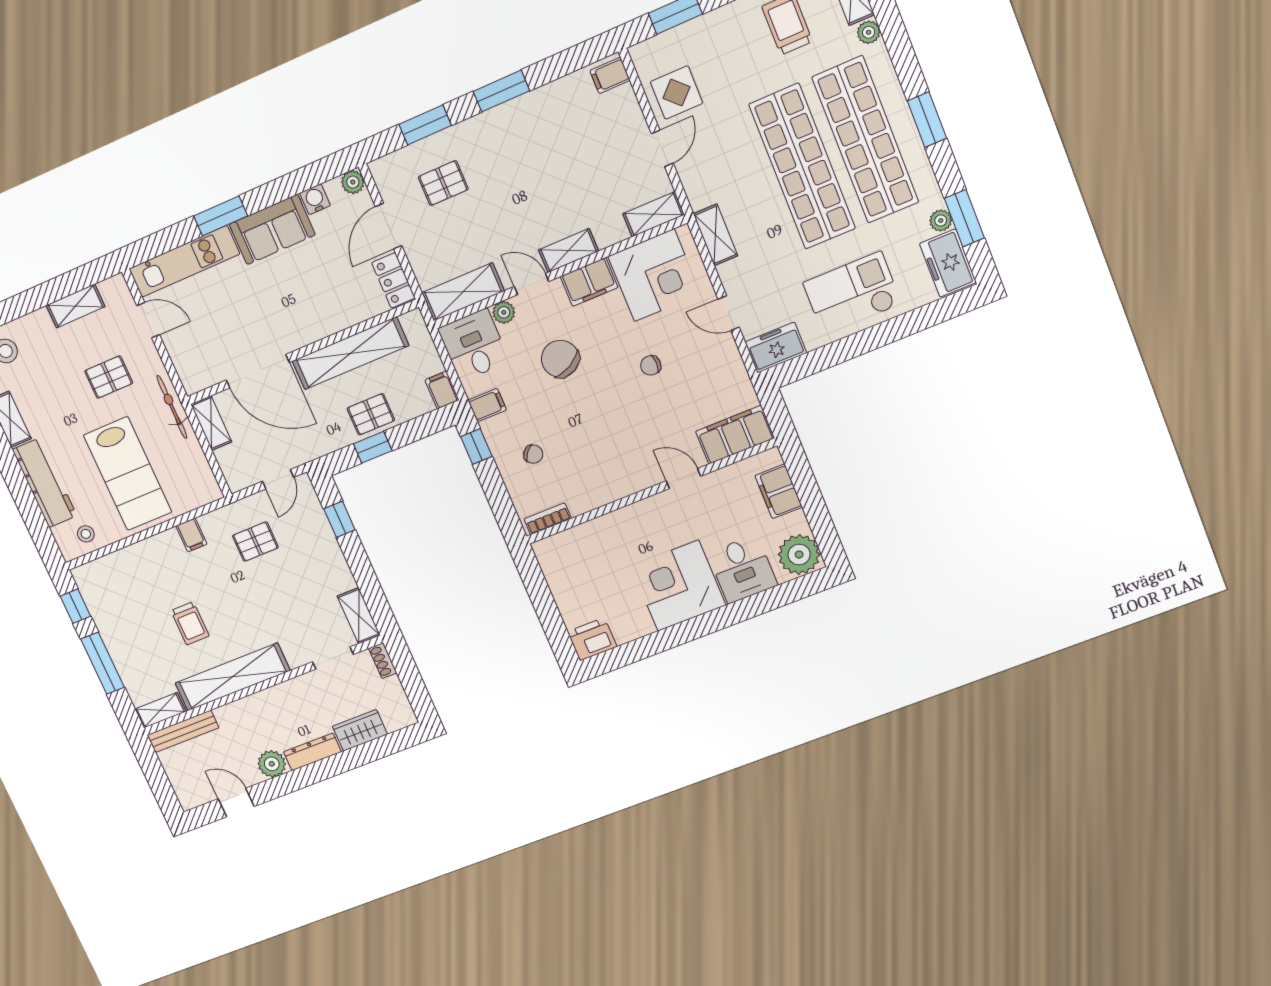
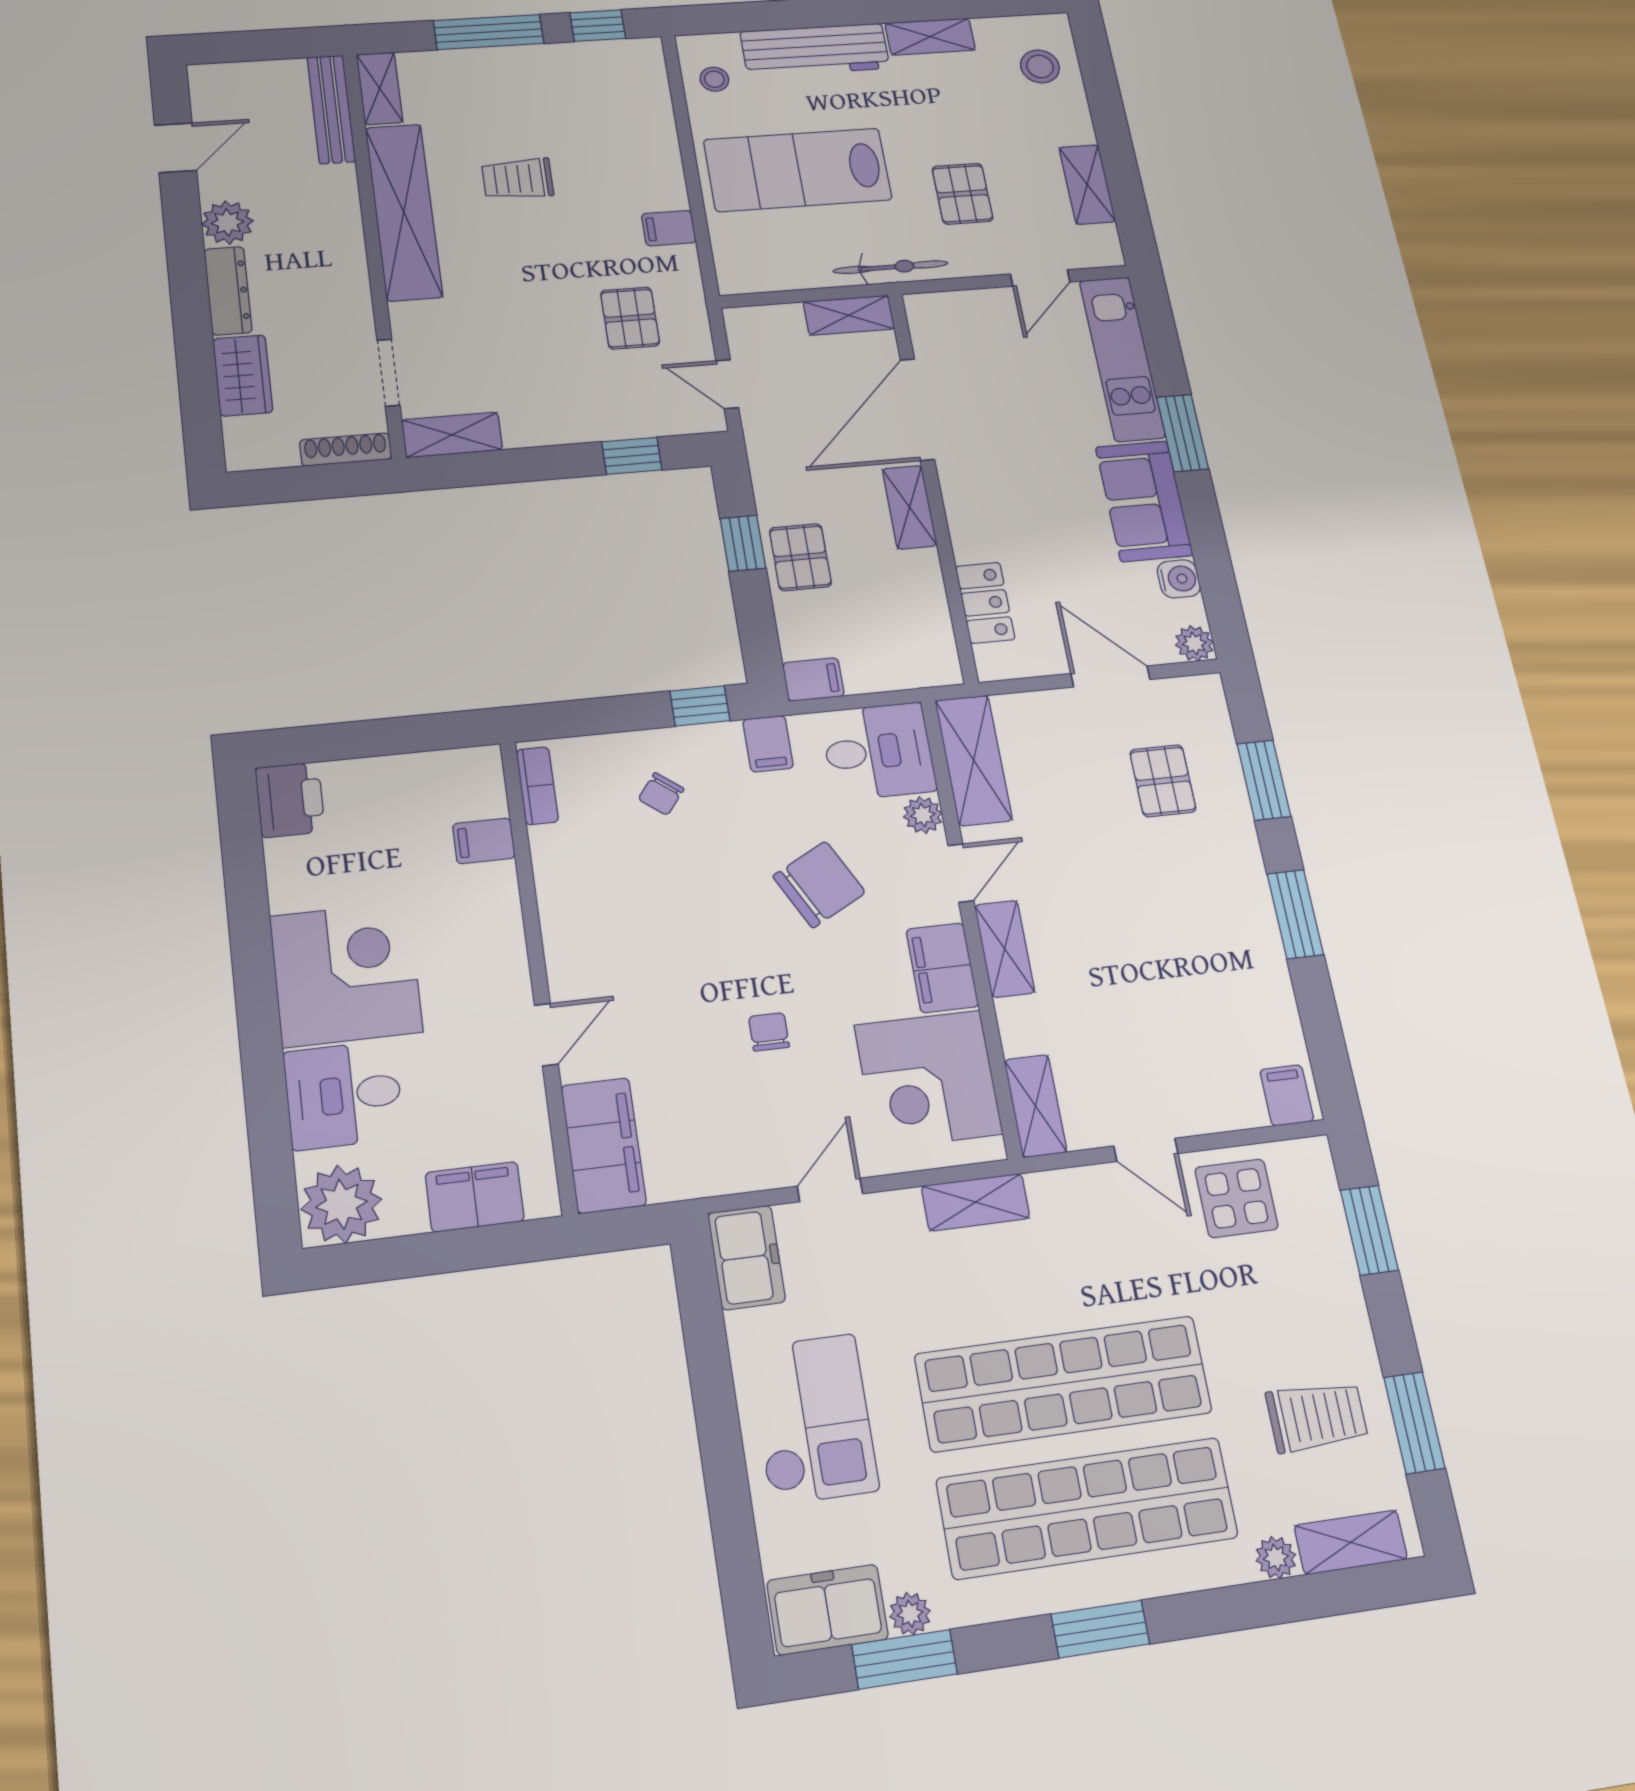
locker: (393, 280) -> (985, 603), moved, turned 90
shelving: (350, 353) -> (910, 507), width x0.45, depth x0.75
filing cabinet: (587, 538) -> (484, 841), added
shoe rack: (383, 661) -> (346, 450), width x1.43

